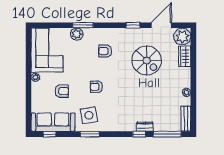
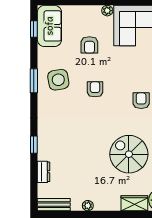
spiral stairs: (147, 61) -> (129, 154), turned 90
sofa: (53, 122) -> (49, 26), width x0.73
dresser: (145, 127) -> (43, 172), moved
window: (167, 134) -> (34, 181), removed

